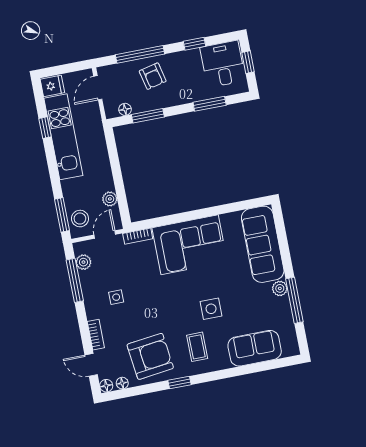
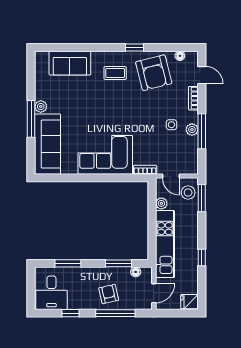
window: (248, 62) -> (31, 290), removed
window: (45, 128) -> (202, 257), moved
kitchen unit: (63, 137) -> (165, 244), moved, turned 180
door: (105, 235) -> (171, 176), hinge flipped
plant: (83, 262) -> (192, 130), moved
window: (75, 280) -> (202, 131), moved
window: (294, 300) -> (31, 119), moved
side table: (211, 309) -> (98, 101), removed
coffee table: (197, 347) -> (115, 73), turned 90
armchair: (150, 356) -> (154, 73), turned -97
floor lamp: (106, 386) -> (193, 56), removed

